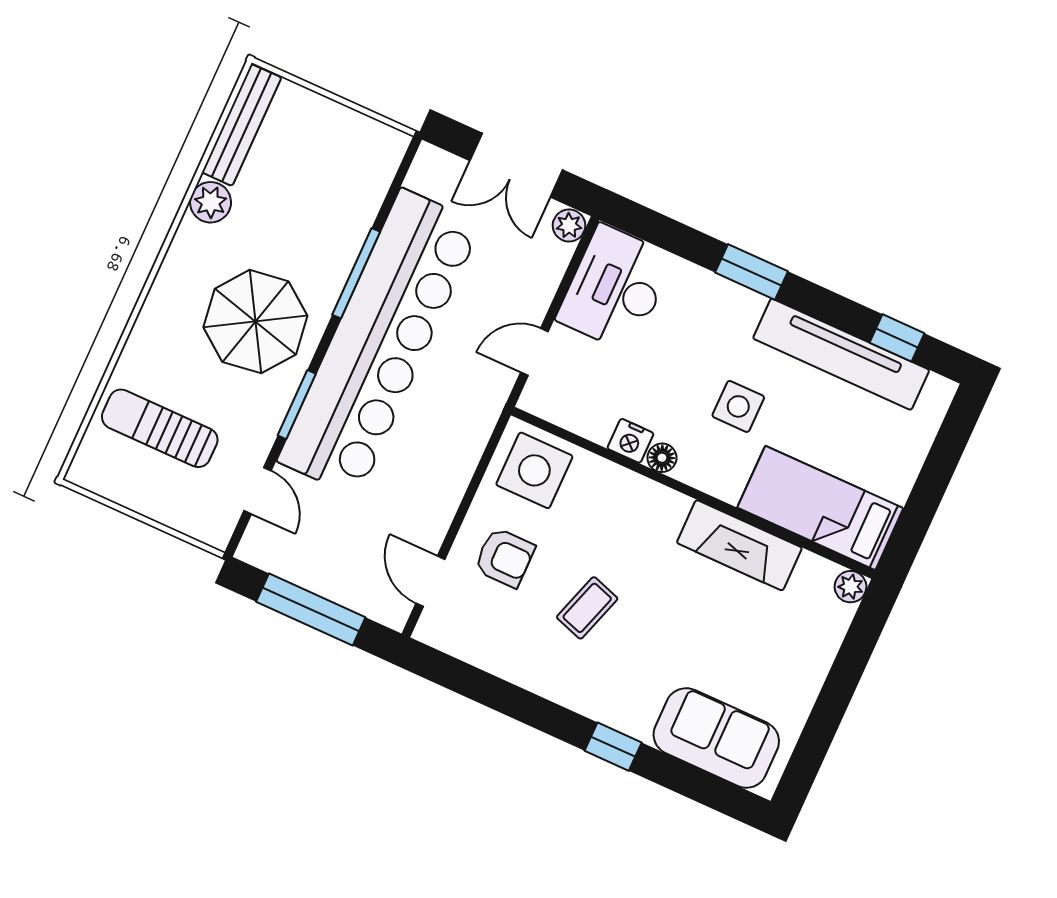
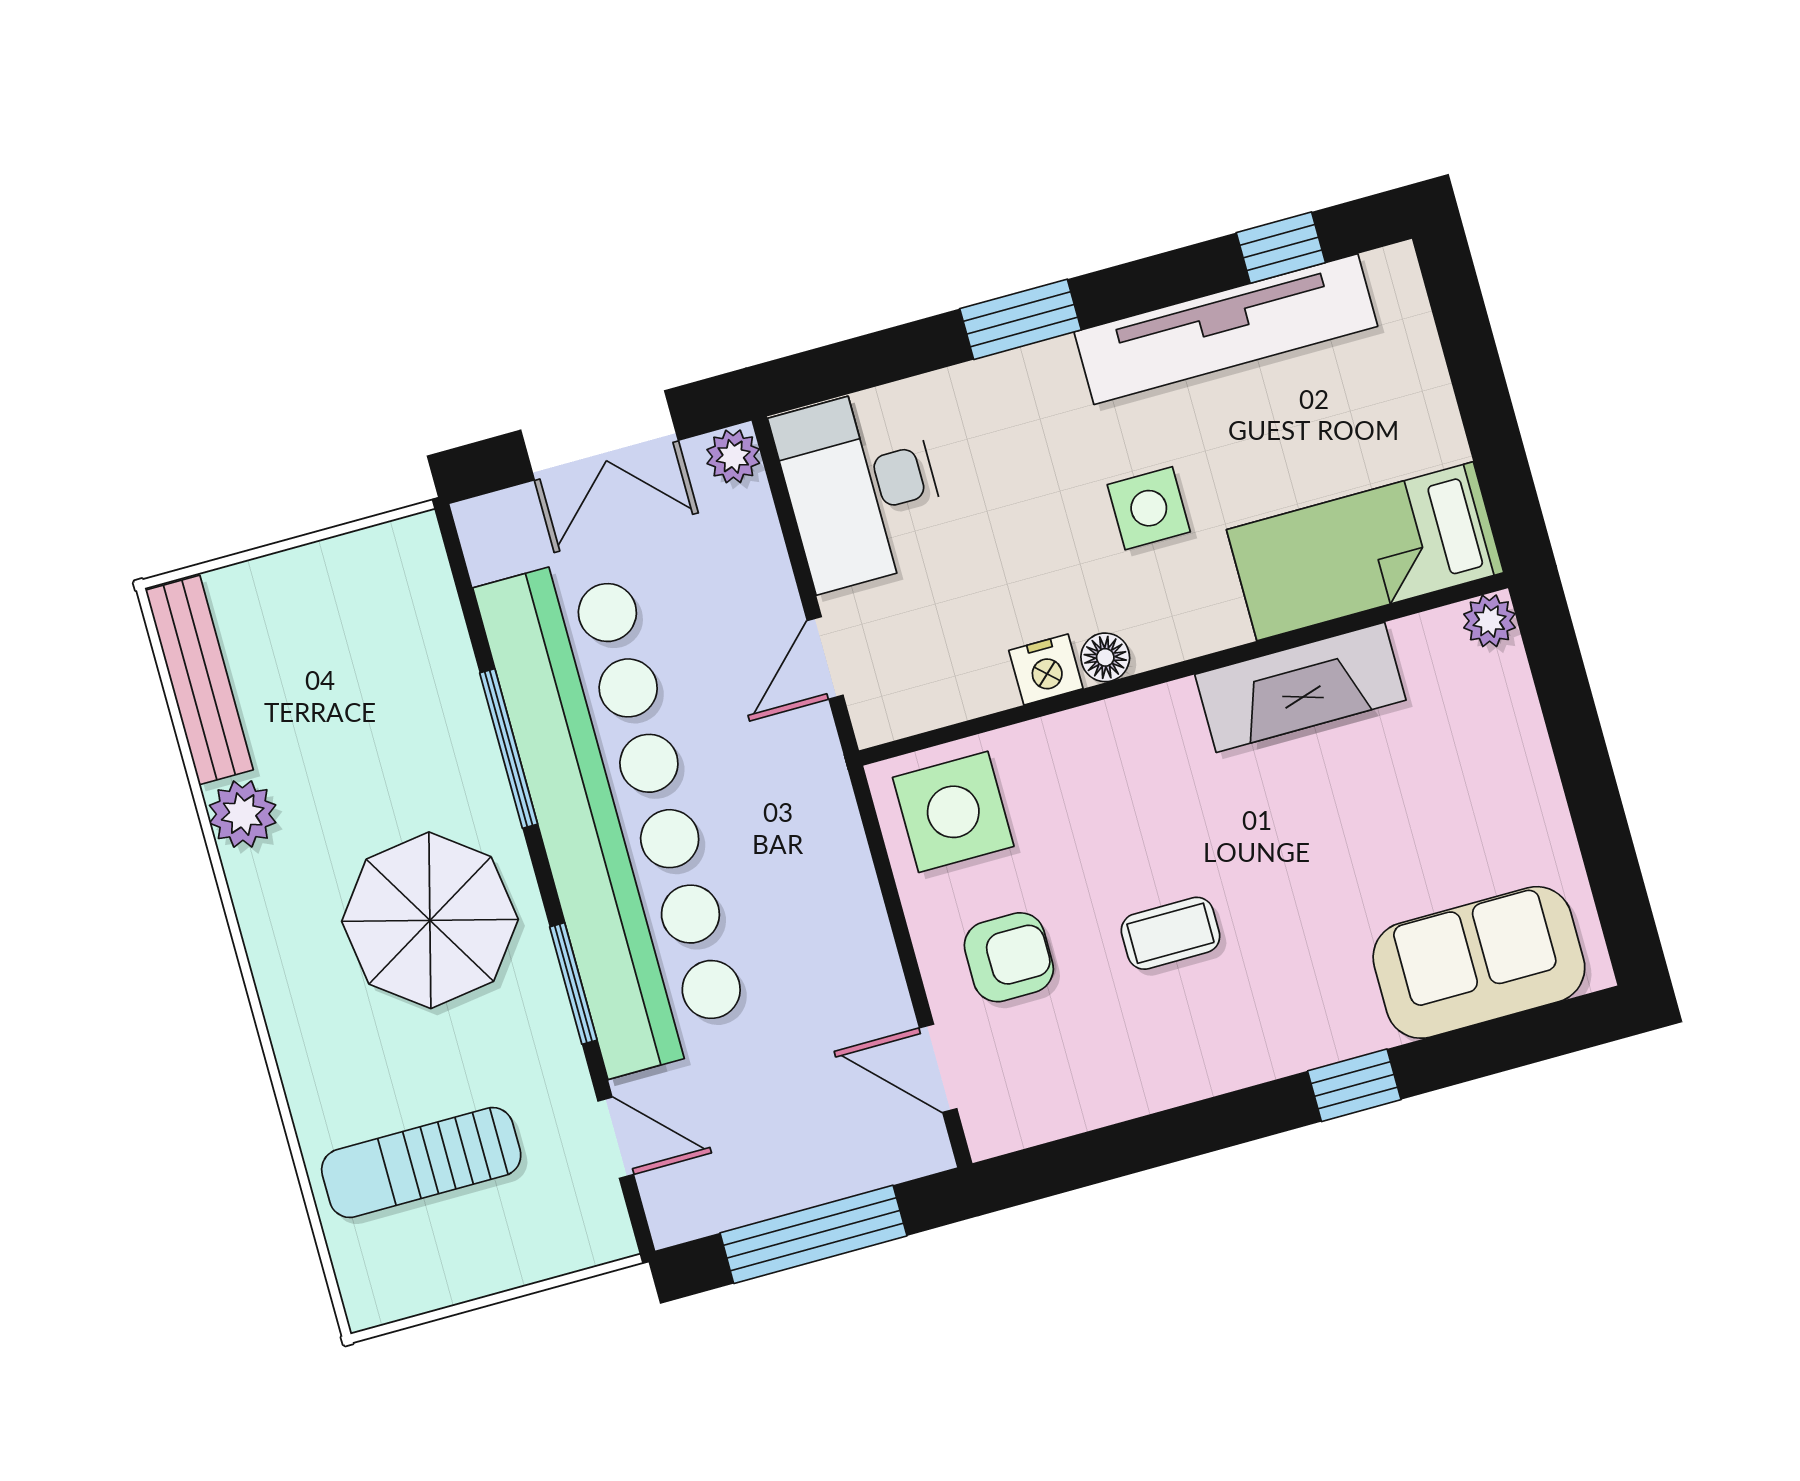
coffee table: (587, 608) -> (1171, 933), turned 72

